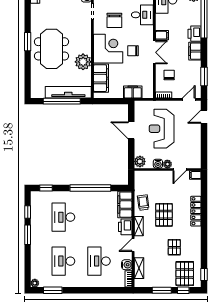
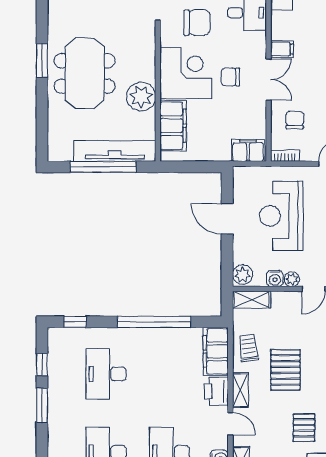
chair: (114, 20) -> (197, 23), turned -90
filing cabinet: (133, 92) -> (248, 151), moved
shelving: (145, 175) -> (252, 300), added
door: (133, 245) -> (230, 424), swing flipped

